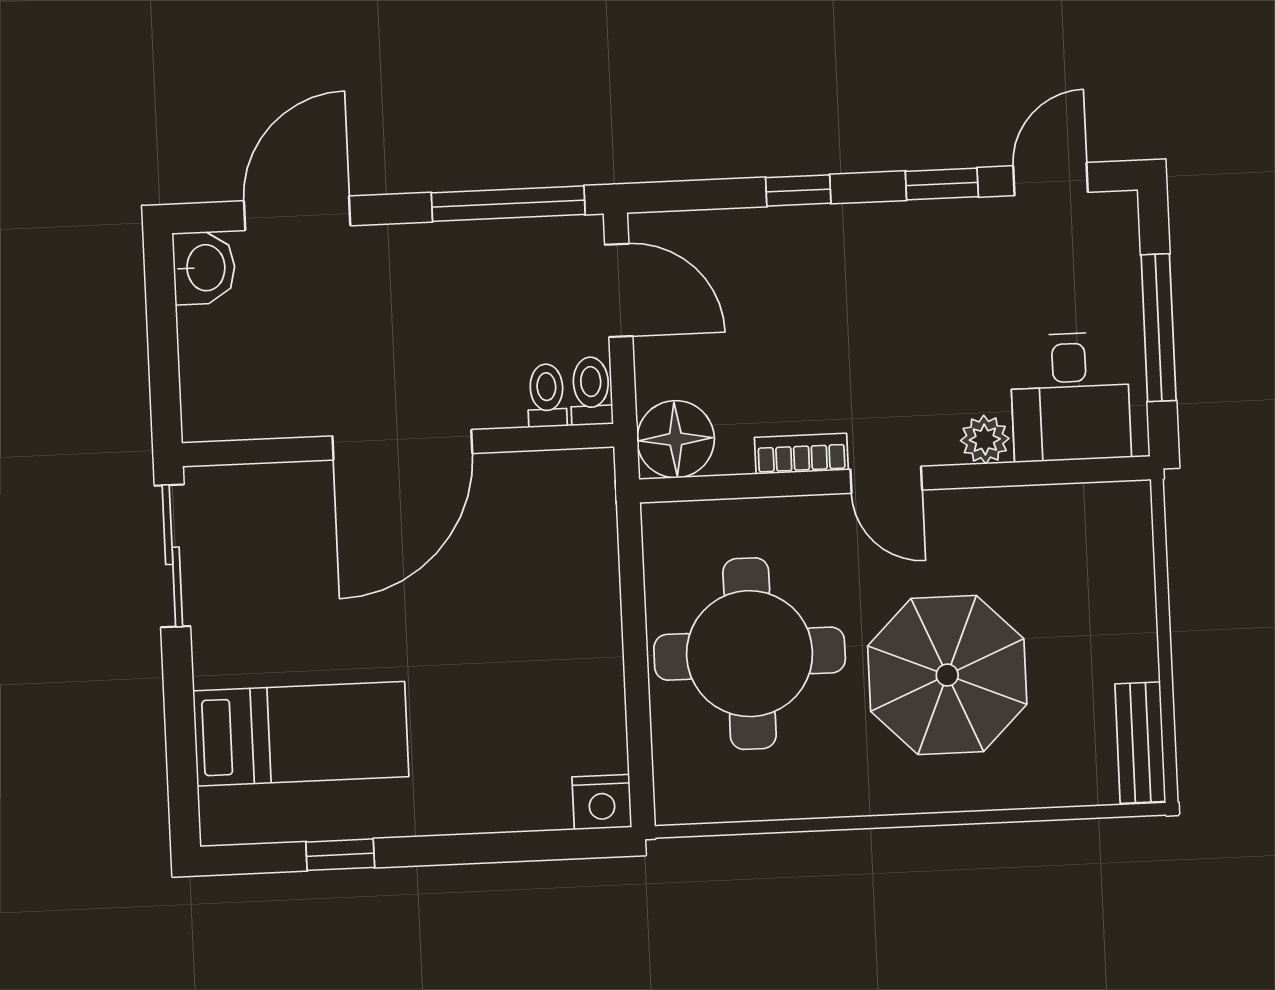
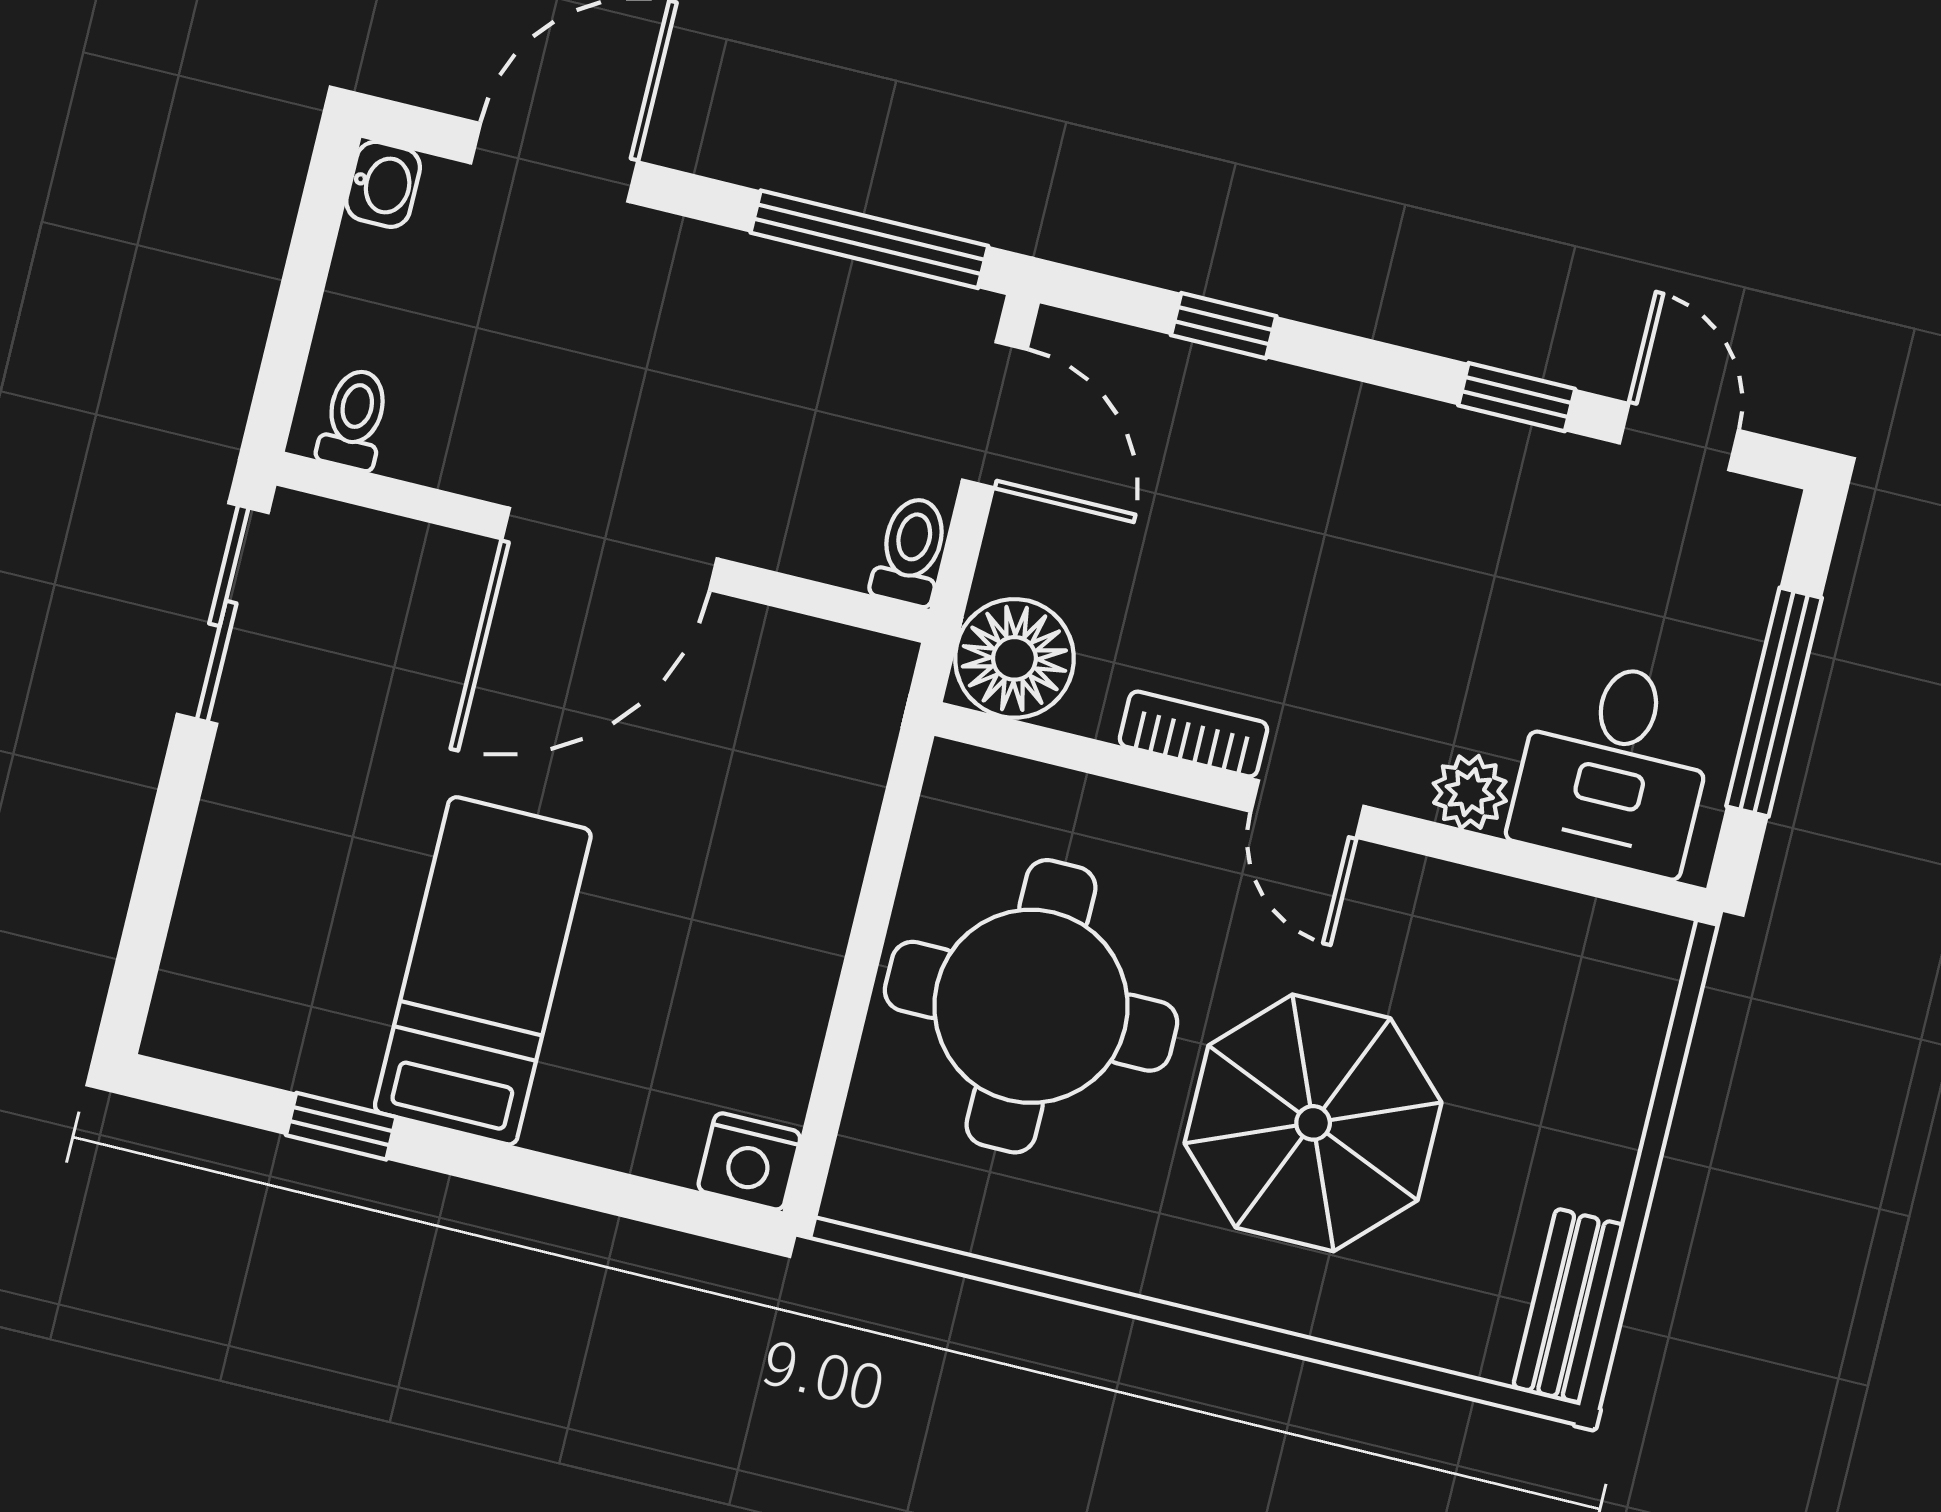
door: (1050, 179) -> (1679, 437), hinge flipped
window: (798, 190) -> (1224, 326), moved
washbasin: (204, 268) -> (383, 184), width x0.72, depth x0.69
toilet: (547, 395) -> (354, 419), moved
bed: (301, 734) -> (483, 971), moved, turned -90

